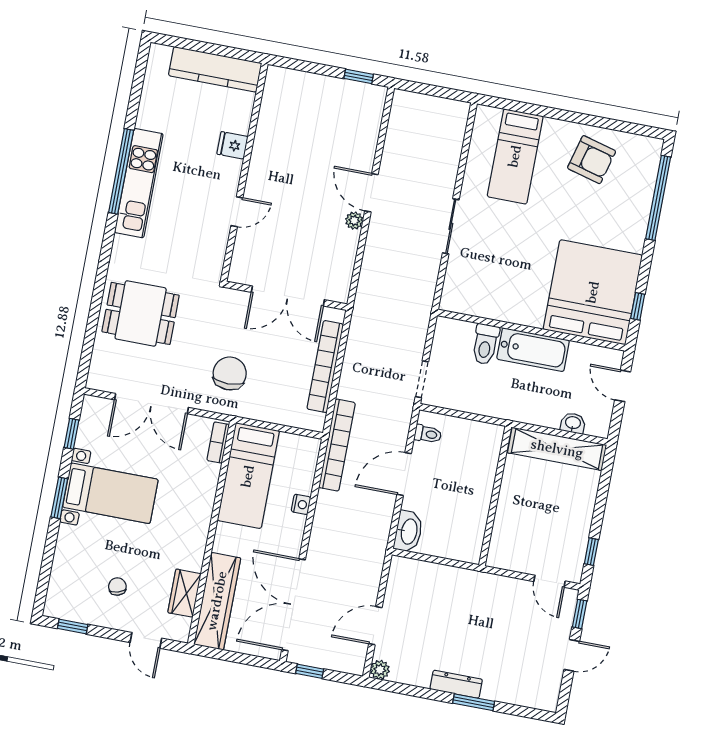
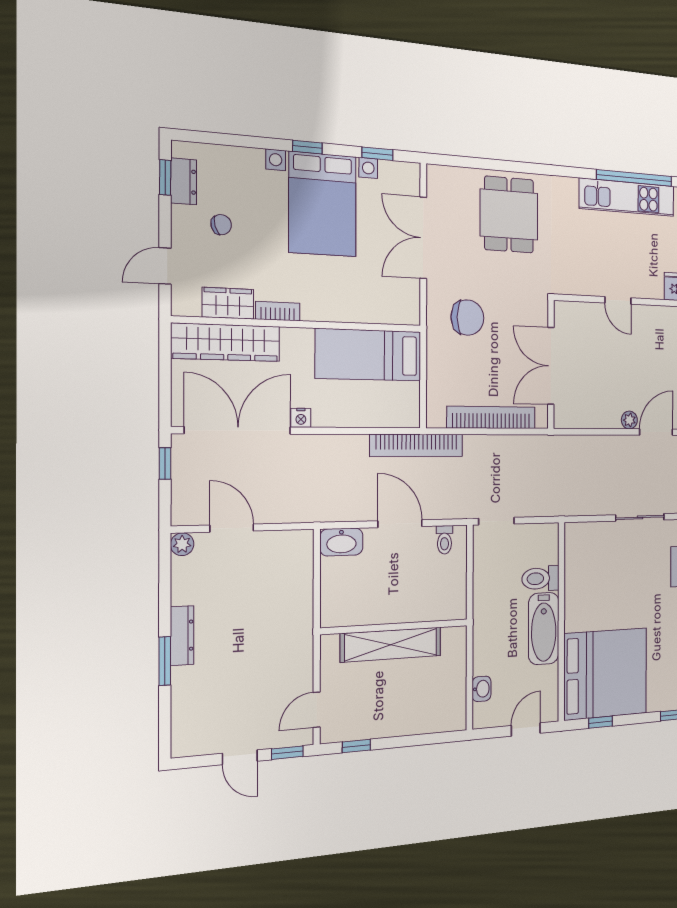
bookcase: (218, 443) -> (278, 311), moved
shelving: (557, 449) -> (391, 645), moved, turned 90
bed with nightstands: (110, 493) -> (323, 204), width x1.36
window: (59, 498) -> (307, 147), width x0.67
nightstand: (301, 504) -> (301, 418), moved
dresser: (78, 612) -> (184, 181), added

